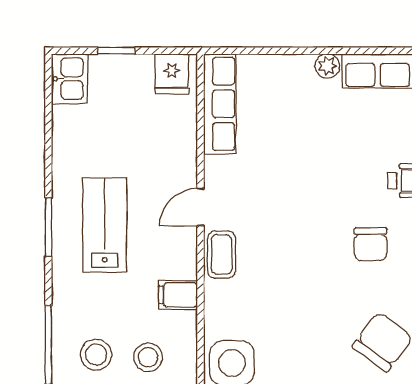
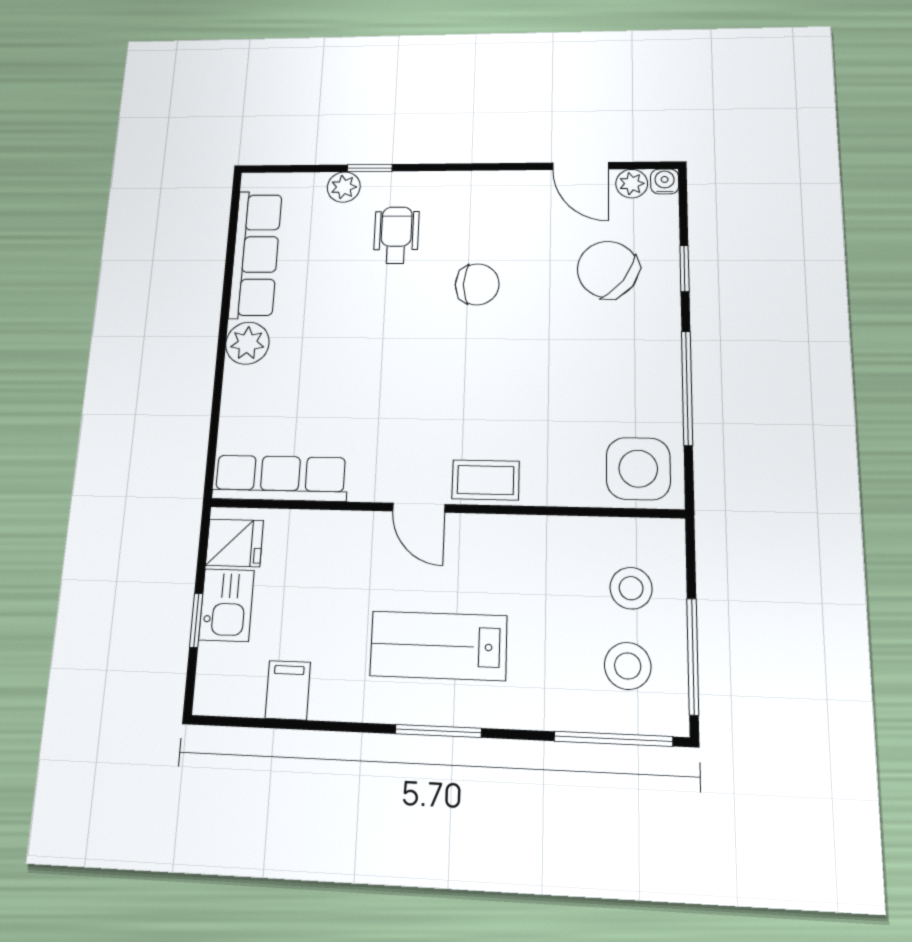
plant: (327, 66) -> (247, 343), width x1.38, depth x1.38
kitchen sink: (70, 79) -> (227, 605), moved, turned 90
filing cabinet: (178, 295) -> (288, 690), moved, turned 180

